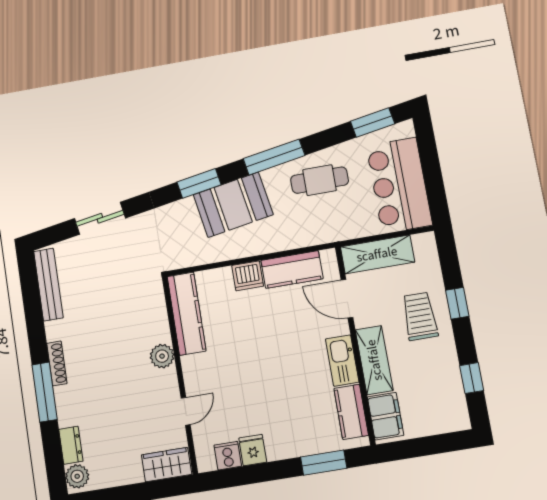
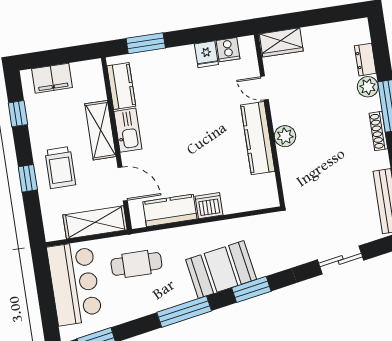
cafe table: (320, 180) -> (136, 264), moved
kitchen counter: (187, 314) -> (258, 138), moved
door: (186, 411) -> (264, 88), hinge flipped
filing cabinet: (385, 416) -> (52, 78), moved, turned -90
plant: (77, 476) -> (368, 87), moved

